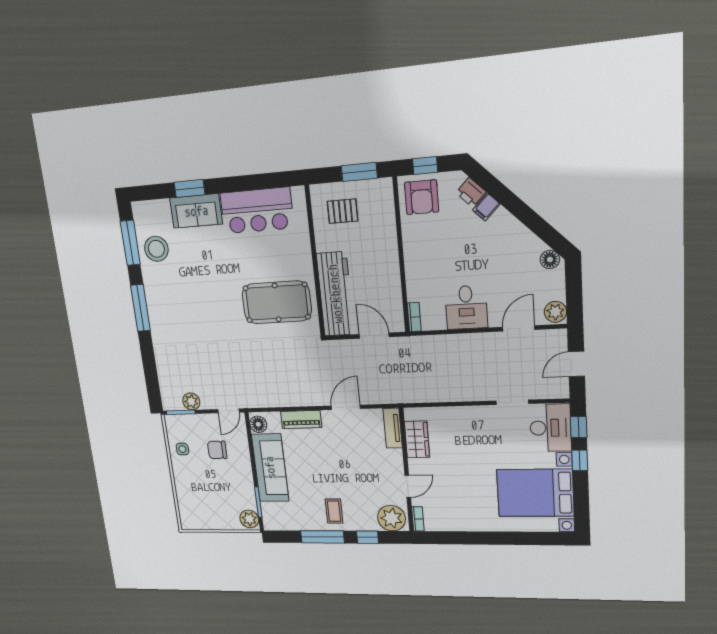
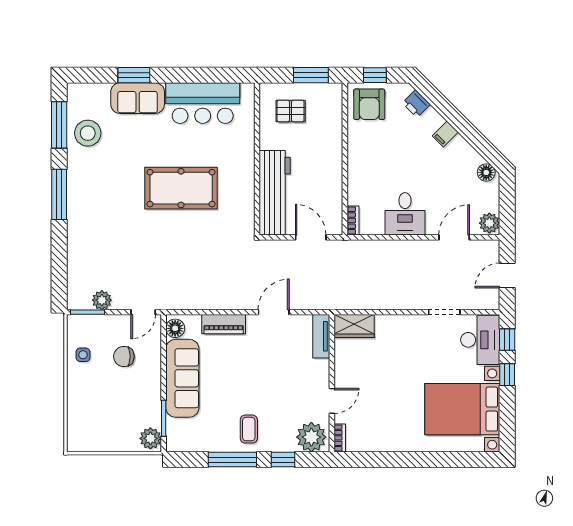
filing cabinet: (486, 207) -> (445, 134), moved
pool table: (277, 302) -> (181, 188), moved
wardrobe: (417, 439) -> (354, 326), moved, turned 90

